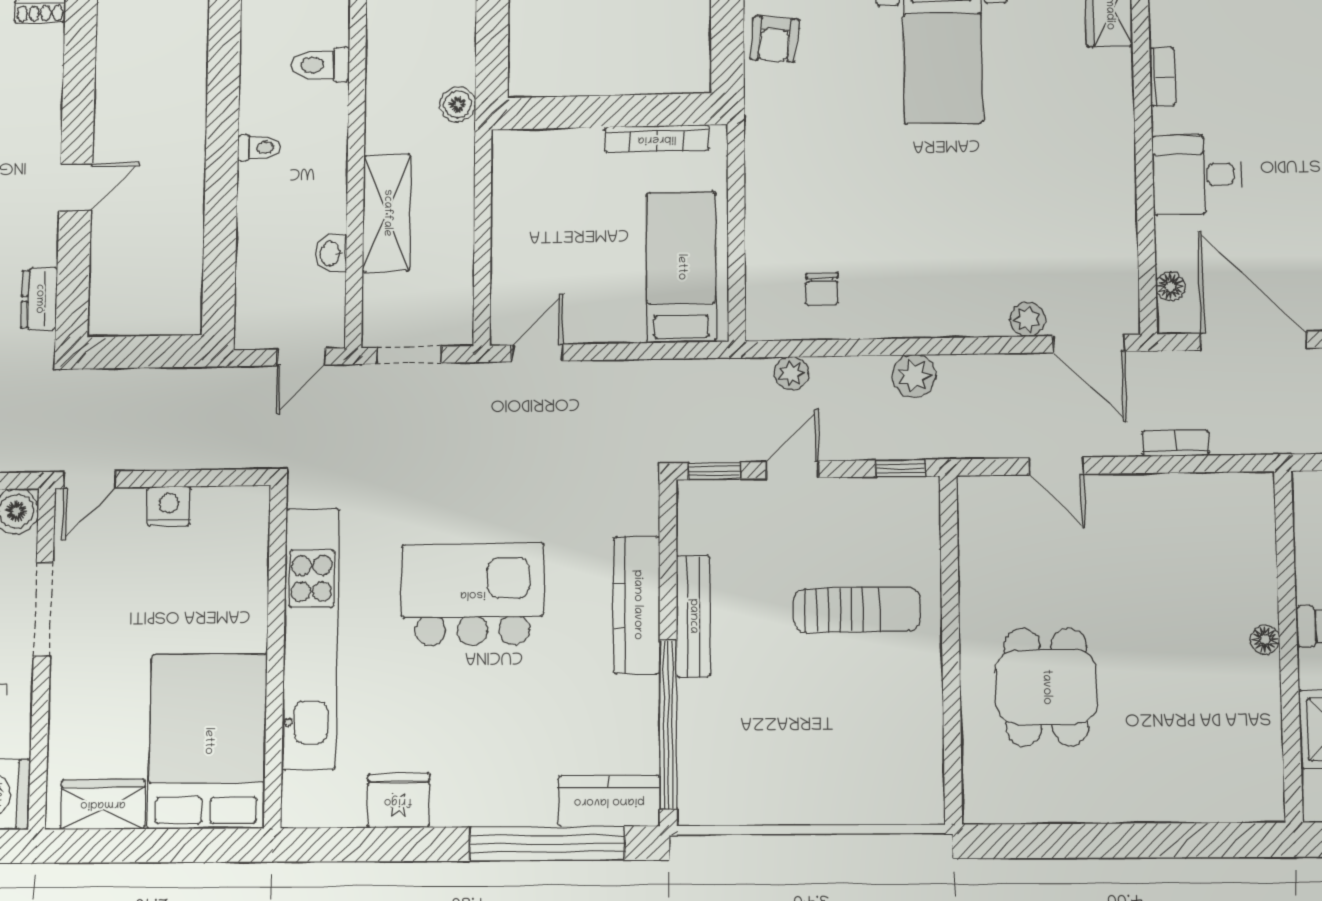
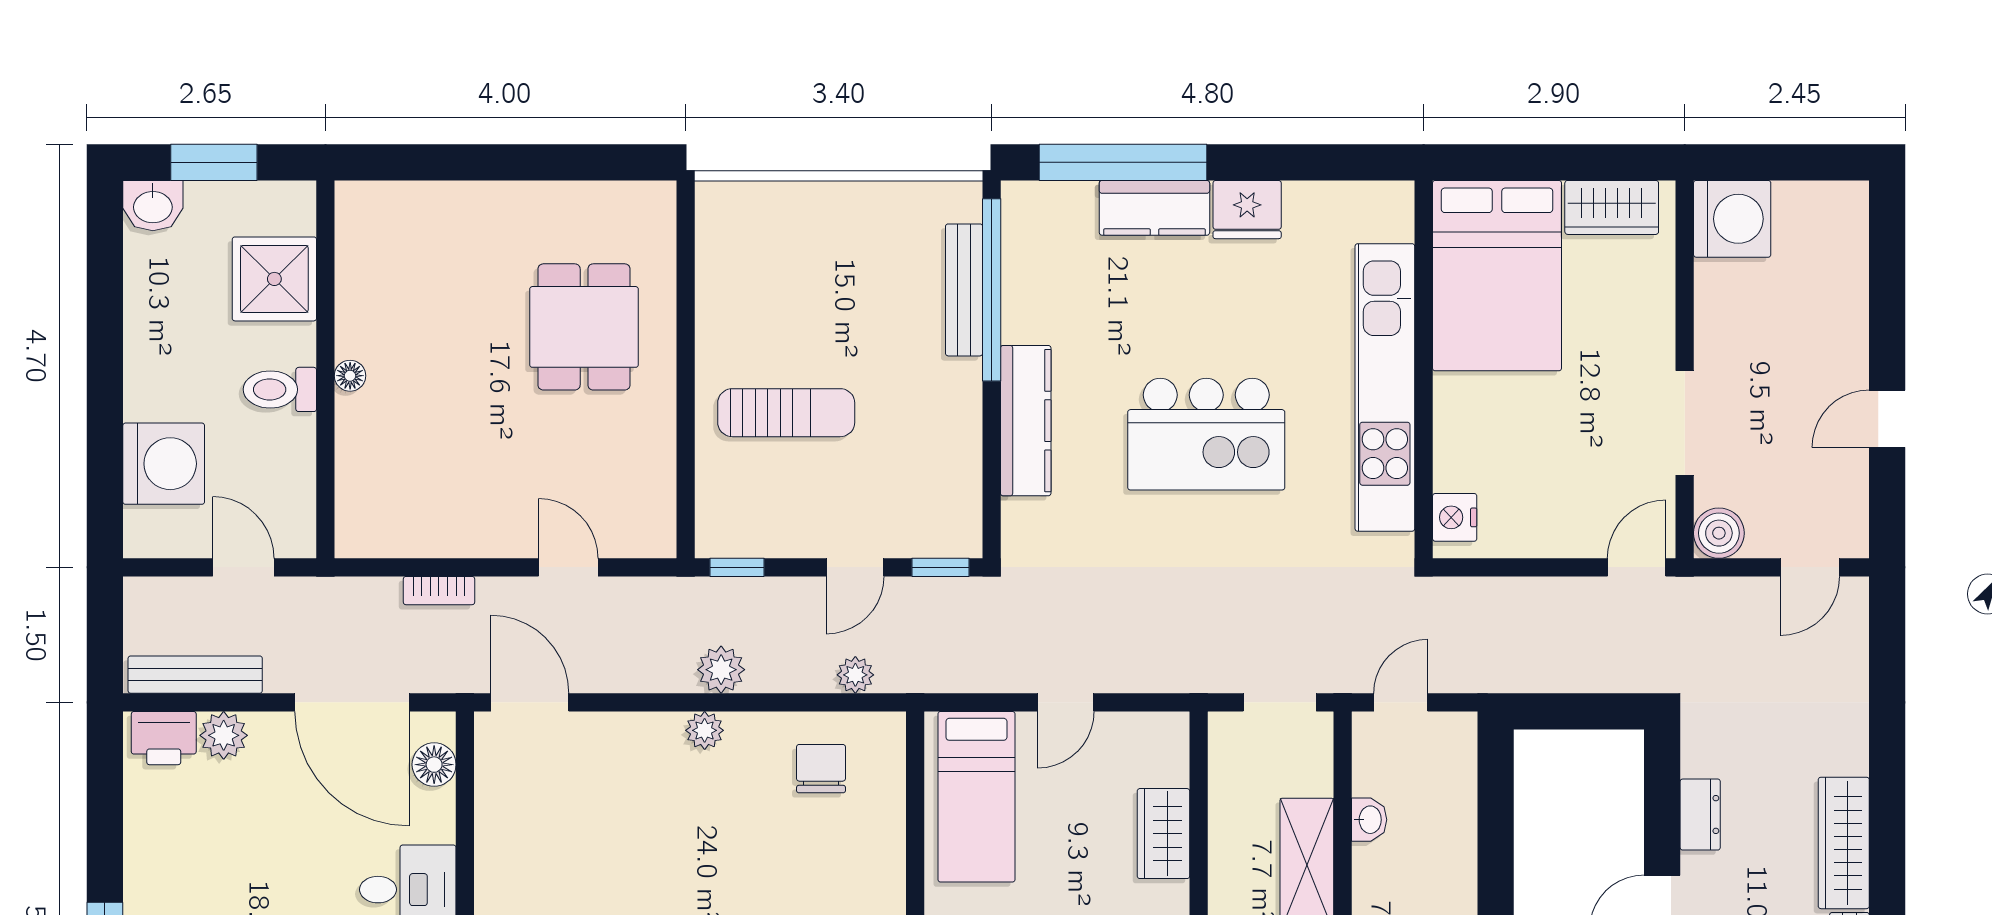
wardrobe: (514, 238) -> (1163, 834), added
floor lamp: (1170, 286) -> (434, 765), width x1.37, depth x1.37
chair: (822, 289) -> (821, 769), width x1.37, depth x1.37
dresser: (39, 299) -> (1700, 815), moved
plant: (1027, 319) -> (705, 730), moved
door: (537, 353) -> (1066, 702), moved
nightstand: (169, 506) -> (1455, 517), moved, turned 90
sun lounger: (857, 610) -> (786, 413), turned 180
bench: (693, 616) -> (964, 290), moved
fridge: (398, 801) -> (1247, 210), moved
kitchen counter: (609, 801) -> (1154, 208), moved

